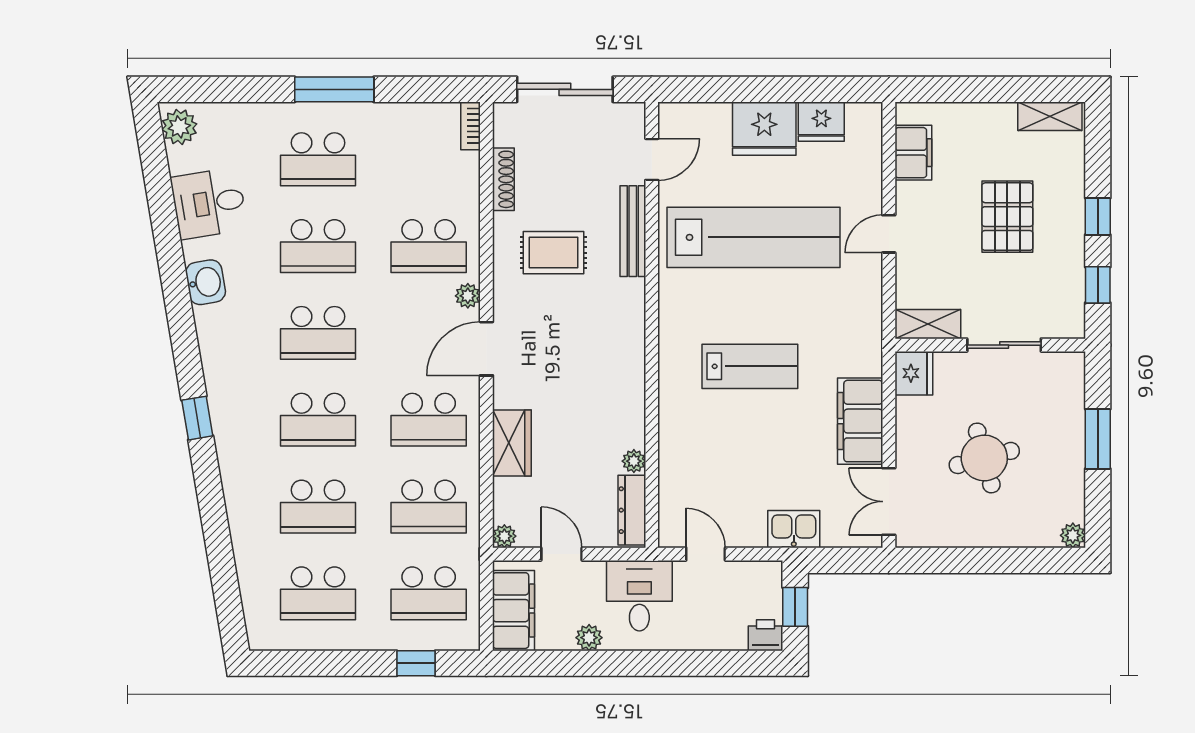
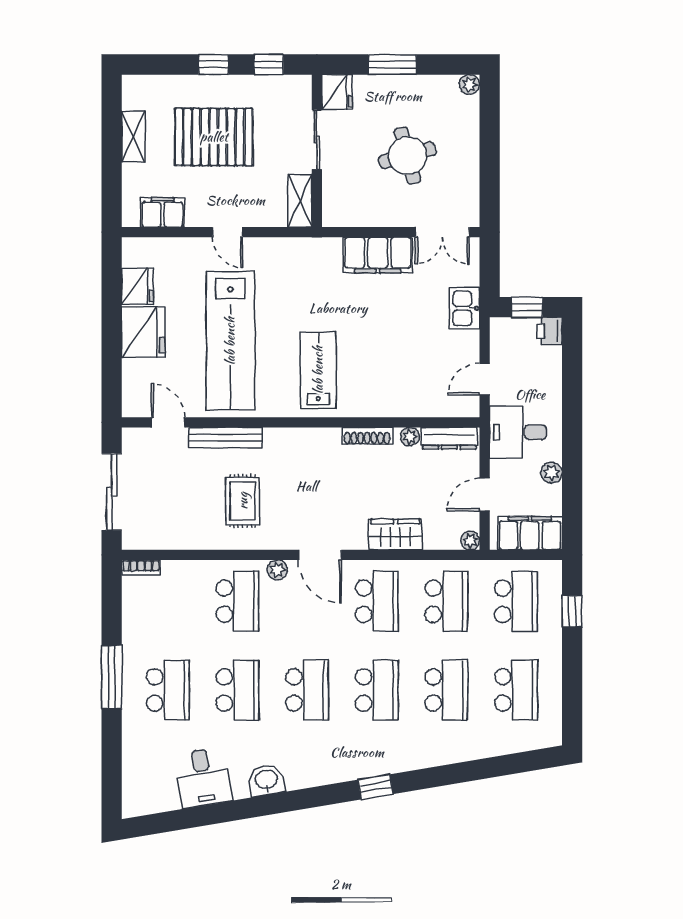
shelving: (1050, 116) -> (133, 137), moved
plant: (179, 127) -> (142, 801), removed
shoe rack: (503, 179) -> (367, 436), moved, turned 180
pallet: (1007, 217) -> (214, 137), width x1.37, depth x1.41
lab bench: (753, 237) -> (230, 341), turned 180
lab bench: (750, 366) -> (318, 370), moved
fridge: (914, 373) -> (337, 92), moved, turned 90

